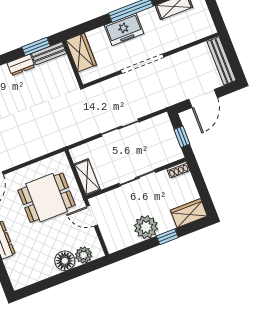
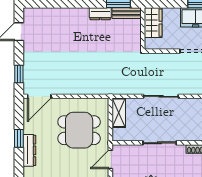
shelving: (87, 177) -> (119, 113), moved
door: (92, 216) -> (110, 159), hinge flipped

